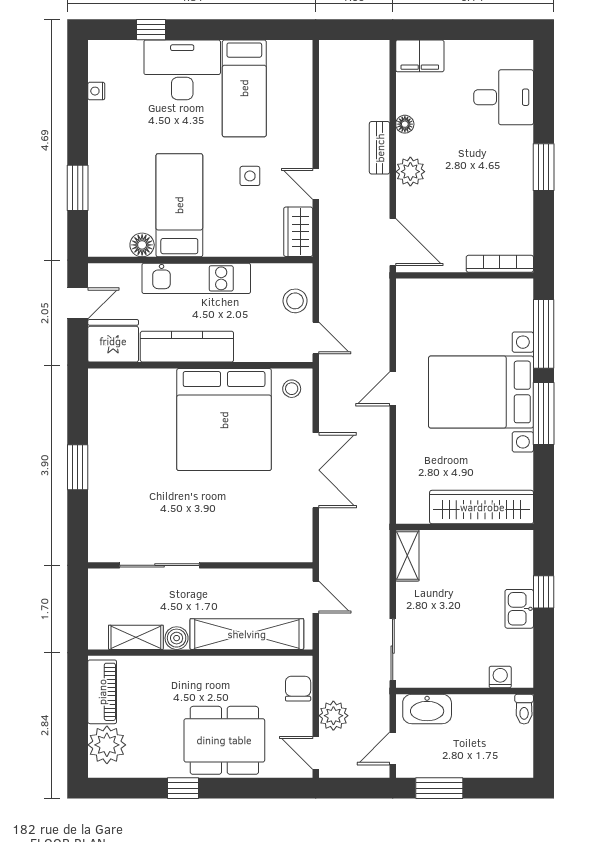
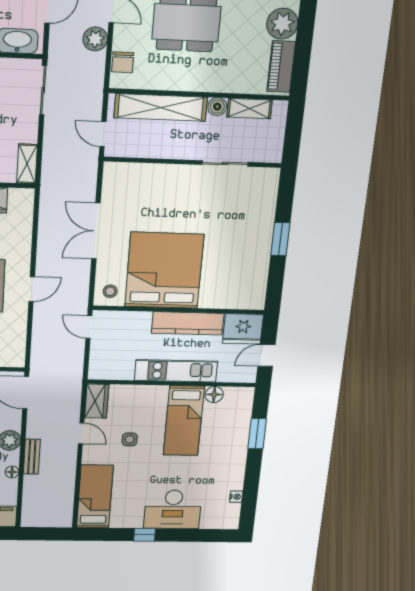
window: (151, 30) -> (145, 535), moved
bed: (244, 88) -> (95, 497), moved
stool: (295, 301) -> (103, 353), removed
sliding door: (159, 565) -> (225, 163), width x0.73

